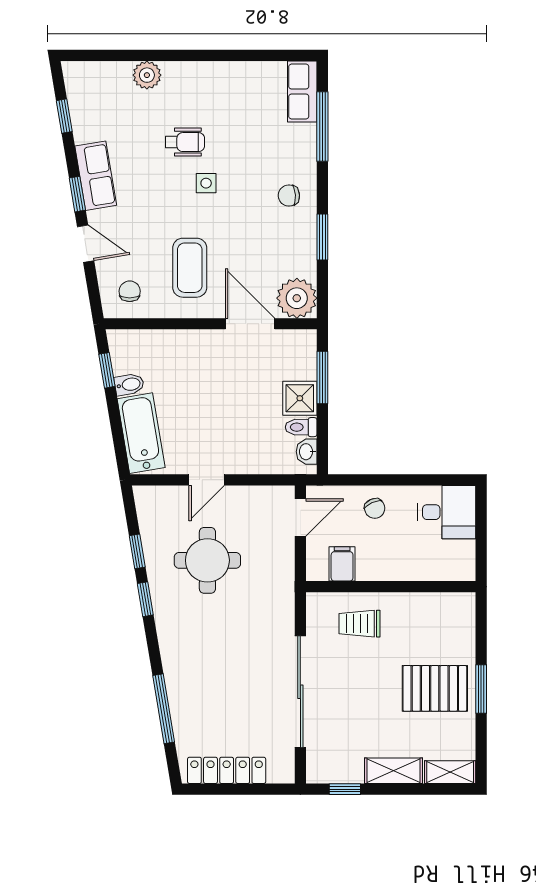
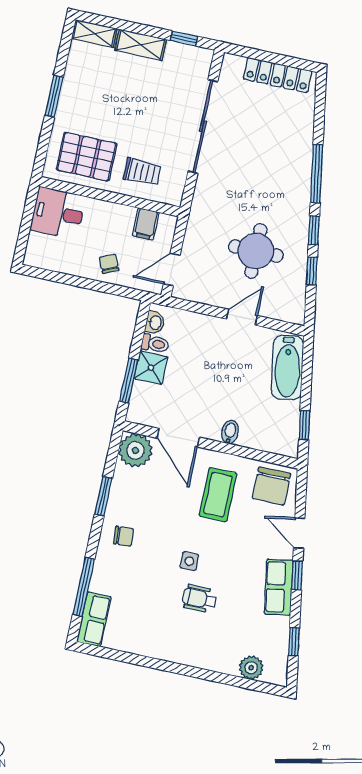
plant: (147, 75) -> (251, 668), moved
chair: (130, 291) -> (271, 486), width x1.87, depth x1.87
bidet: (129, 385) -> (230, 432), moved, turned 100
desk: (447, 512) -> (58, 213), moved
pallet: (435, 688) -> (87, 157), moved
window: (164, 709) -> (317, 174), moved

